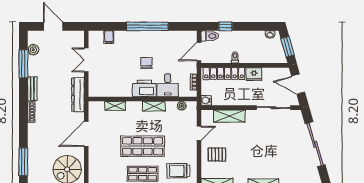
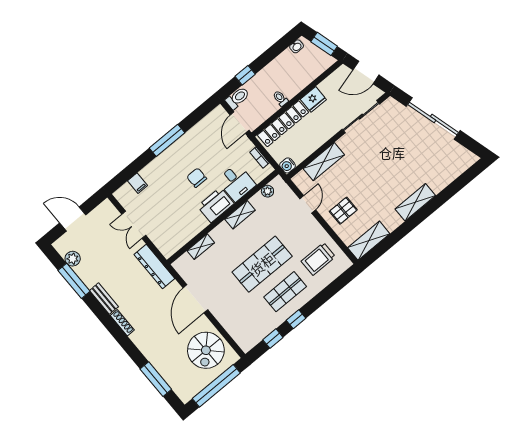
window: (147, 26) -> (167, 140), width x0.68

